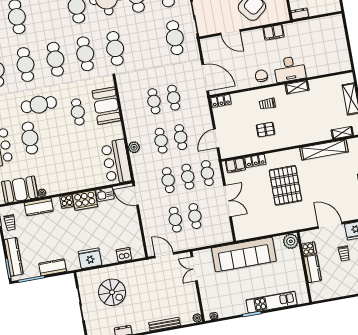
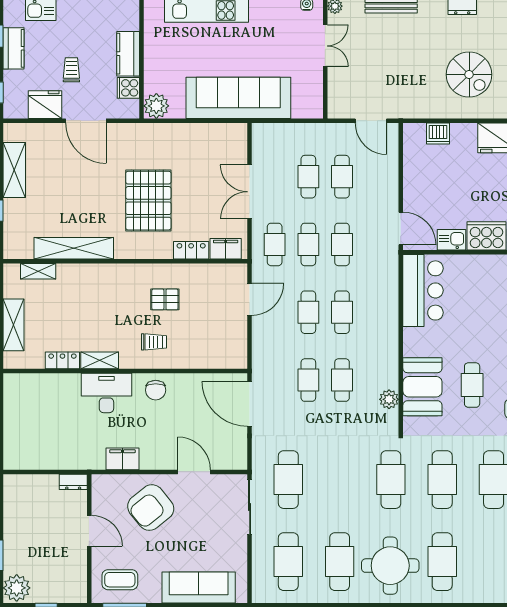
locker: (221, 101) -> (62, 360), moved
plant: (134, 147) -> (389, 399), moved
double door: (194, 269) -> (325, 46), moved
spiral stairs: (112, 292) -> (469, 75), turned 180

